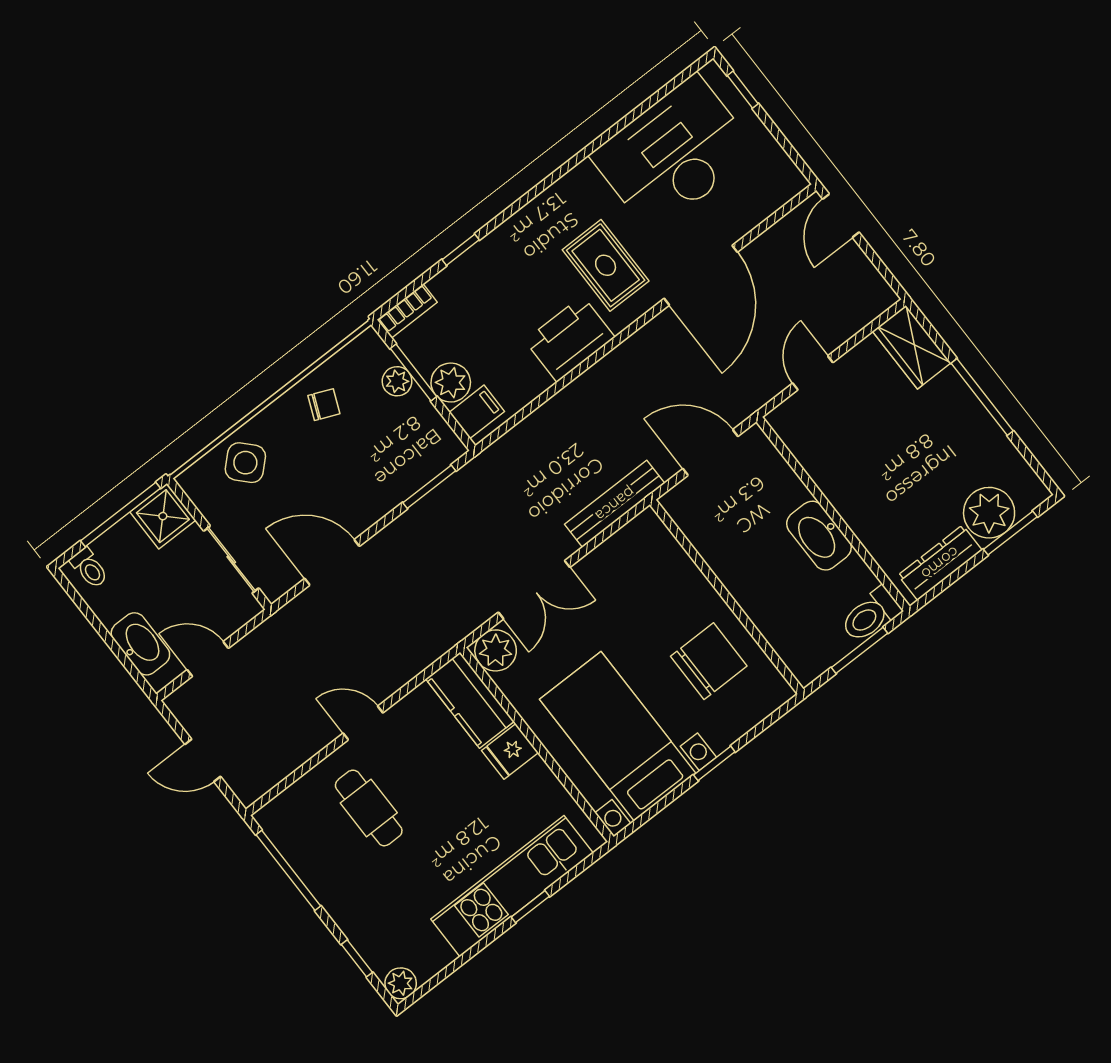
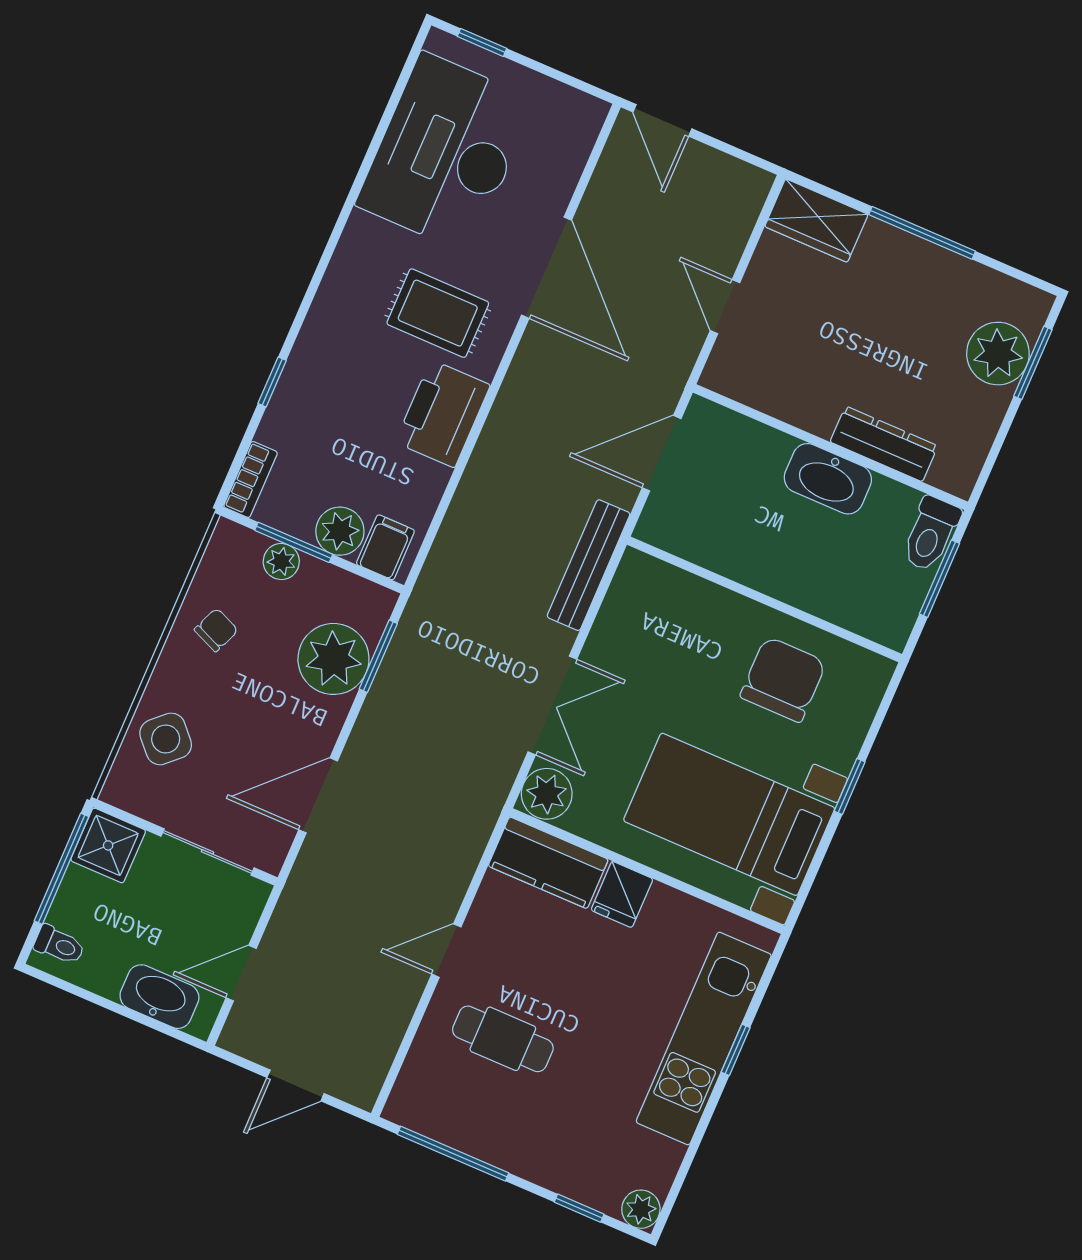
plant: (396, 471) -> (333, 659), added
dresser: (940, 563) -> (884, 444), moved, turned 90

